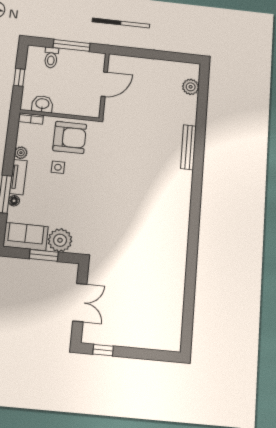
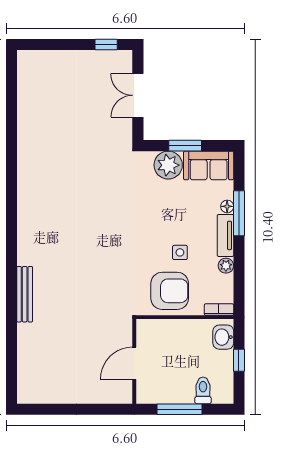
plant: (191, 87) -> (27, 372), removed
washbasin: (42, 104) -> (223, 337), moved, turned 90
armchair: (70, 137) -> (170, 291), turned 180

